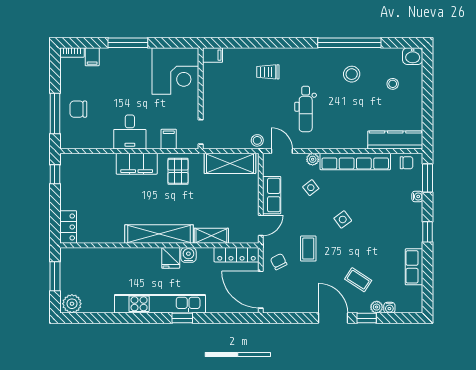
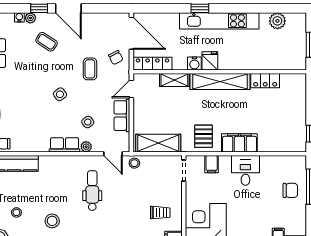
trolley: (268, 72) -> (160, 213), moved
row of seats: (355, 161) -> (65, 145), width x0.50
locker: (68, 227) -> (265, 81), moved, turned -90
plant: (72, 304) -> (277, 21), moved

